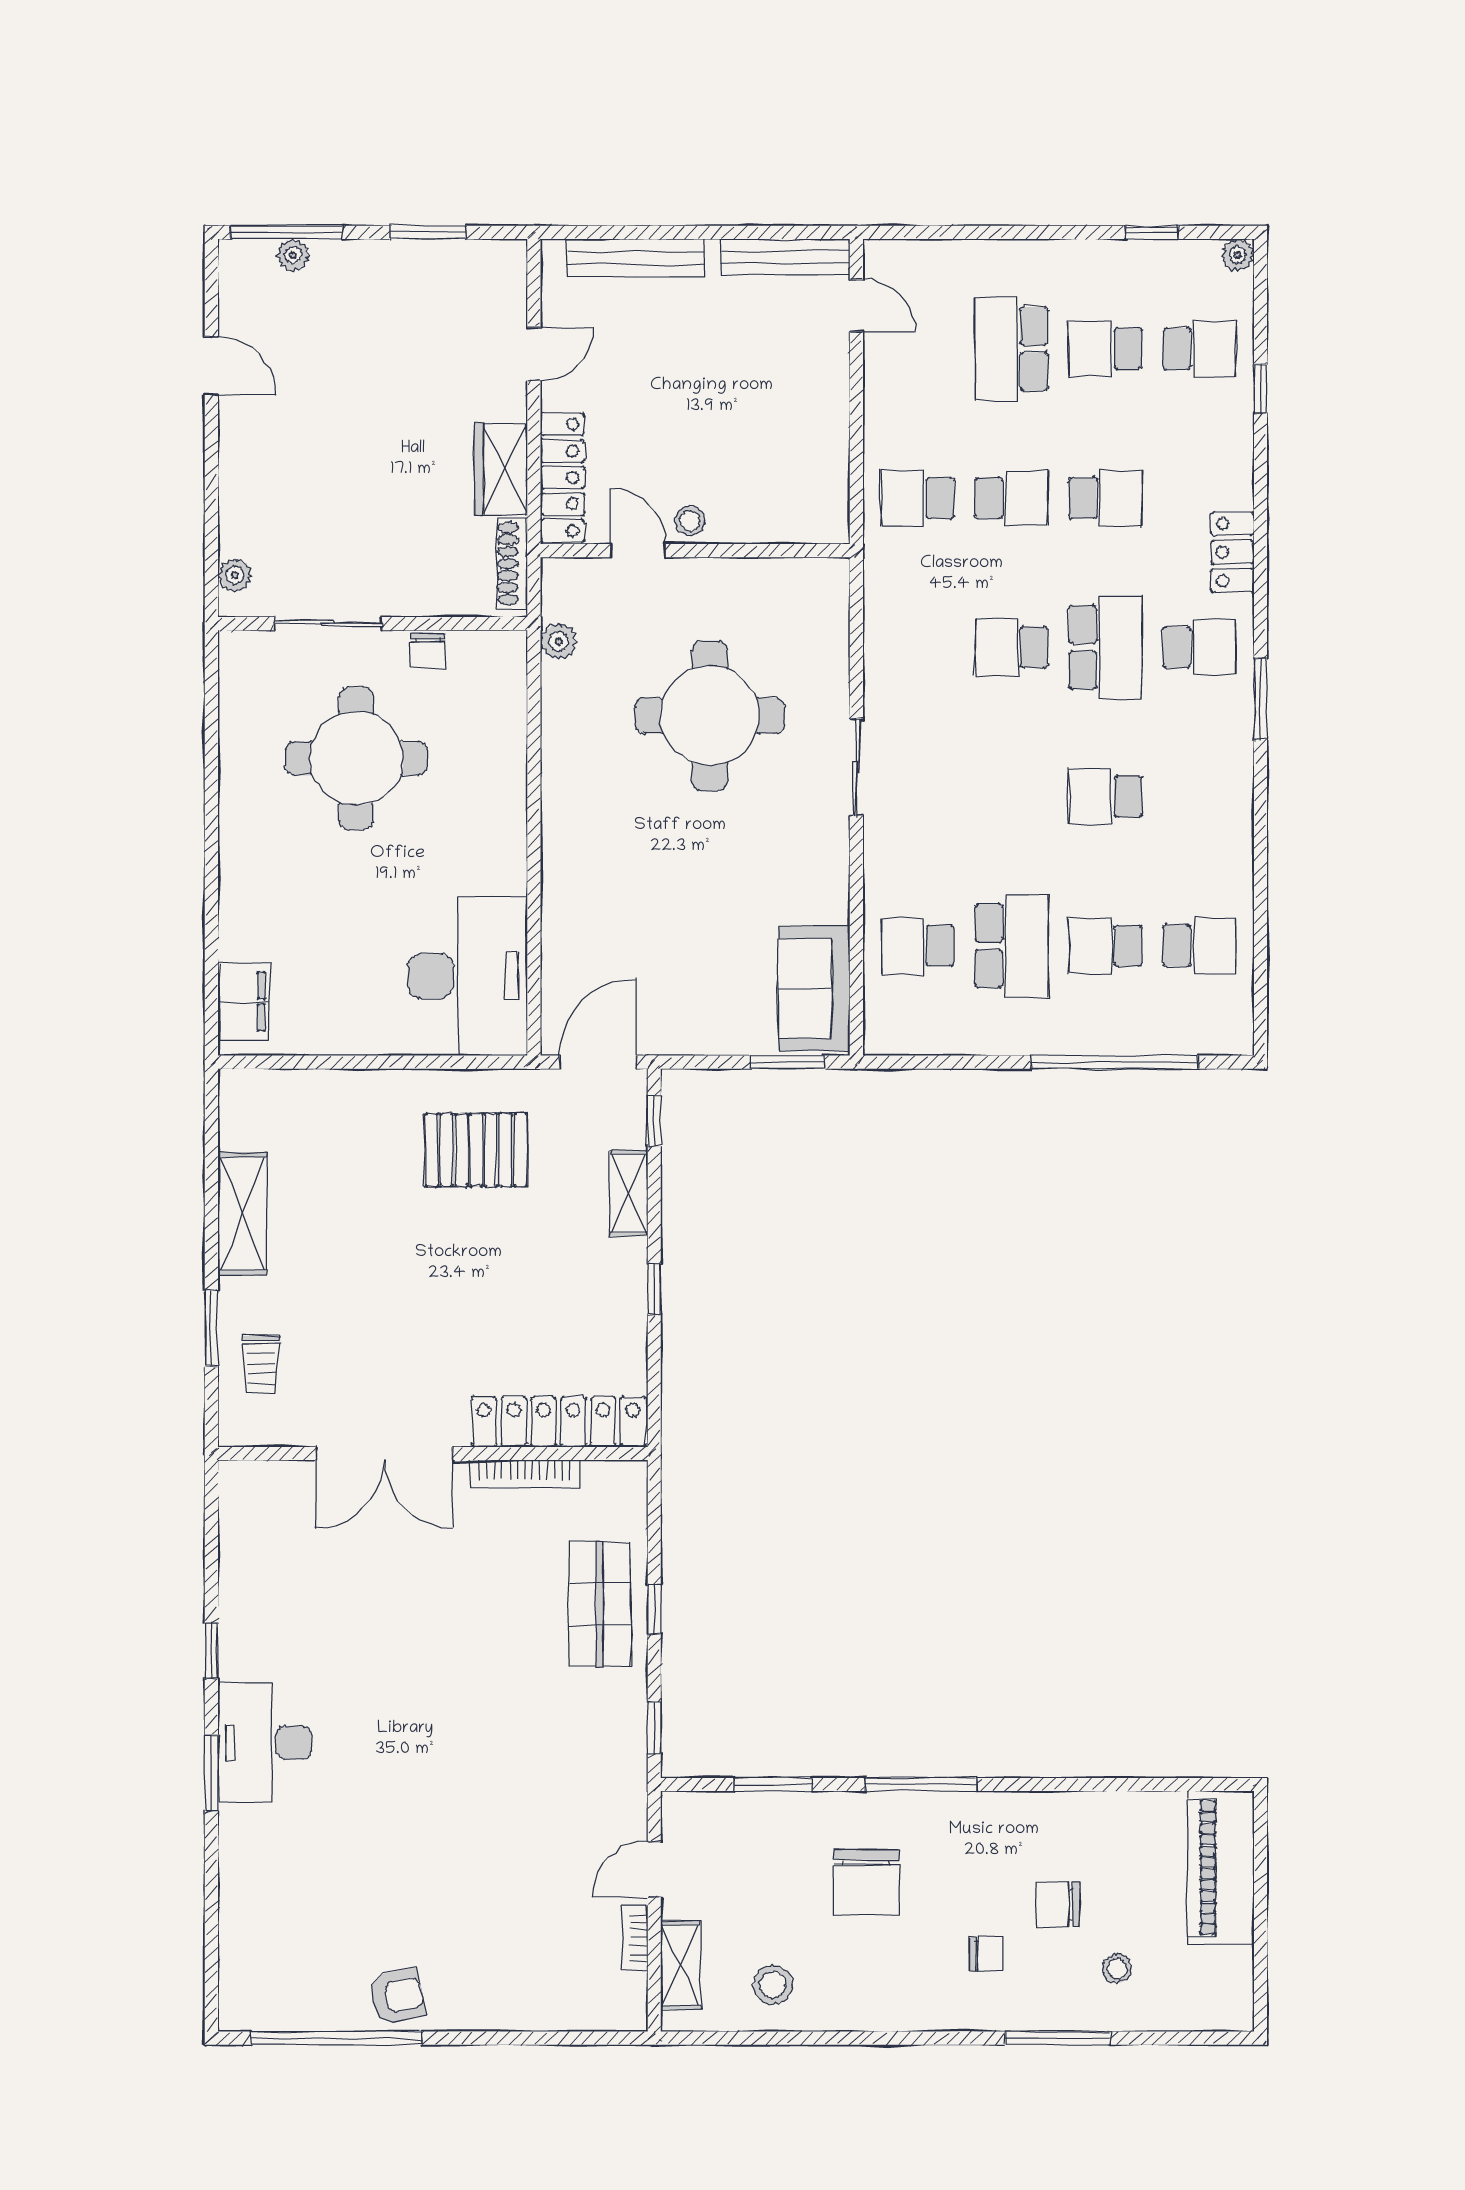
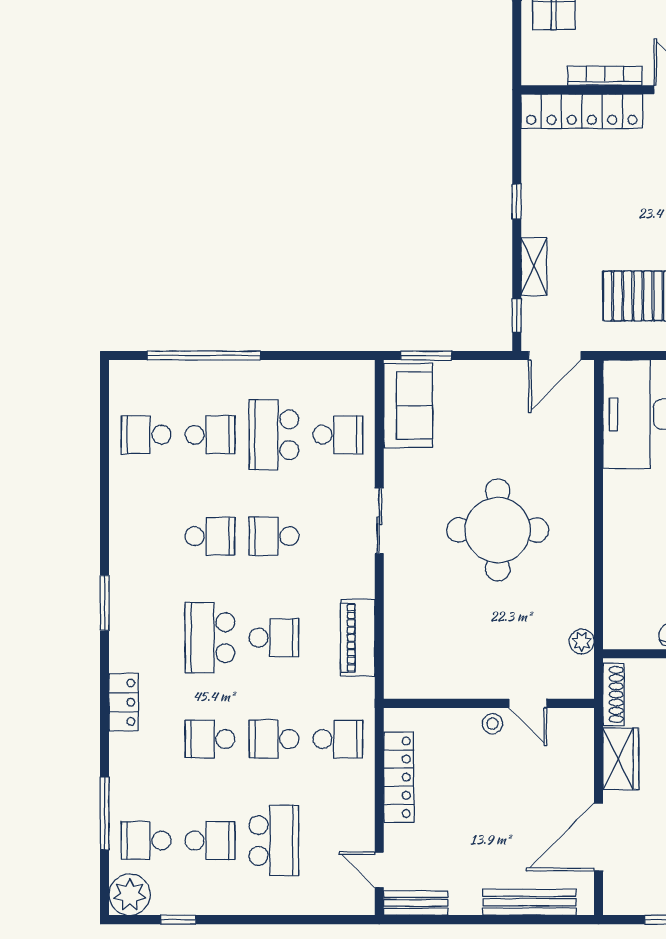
plant: (1238, 255) -> (130, 895), width x1.88, depth x1.88
bench: (786, 257) -> (416, 903), width x0.73
door: (534, 354) -> (598, 837), width x1.88
window: (1261, 389) -> (105, 813), width x2.17
locker: (562, 477) -> (399, 777), moved, turned 180
piano: (888, 647) -> (358, 638), added
school desk: (1199, 647) -> (274, 536), moved
round table: (710, 716) -> (498, 530), moved
sliding door: (856, 767) -> (379, 521), moved

